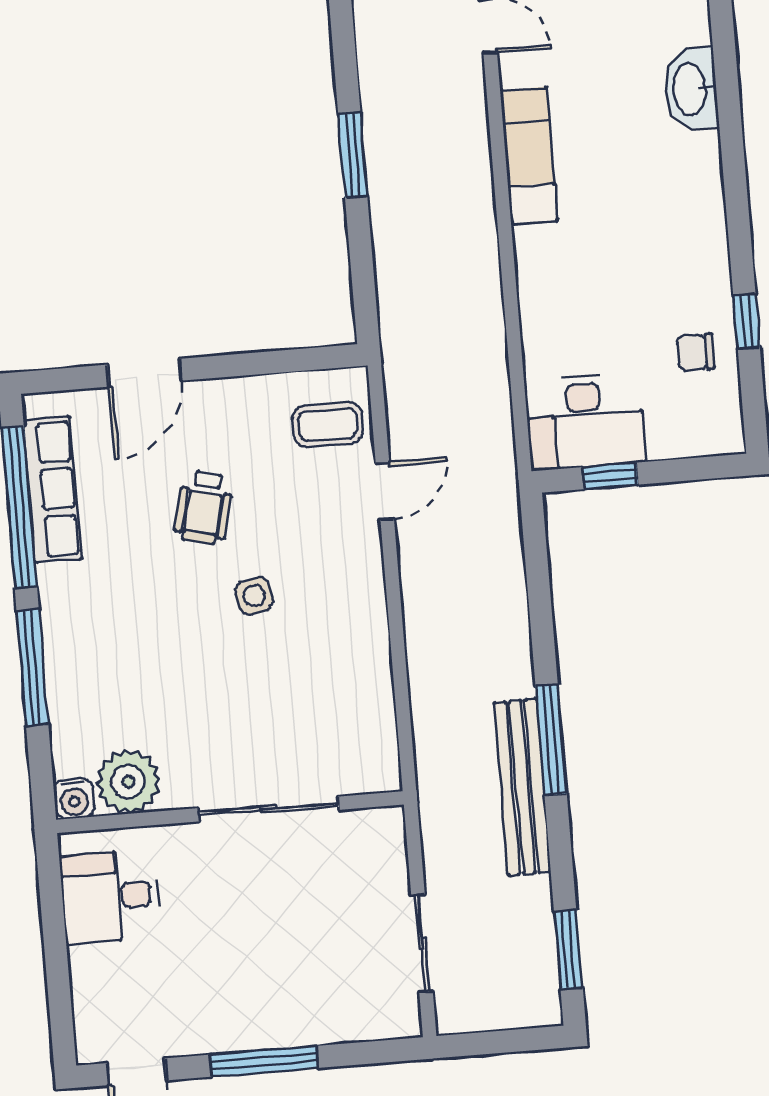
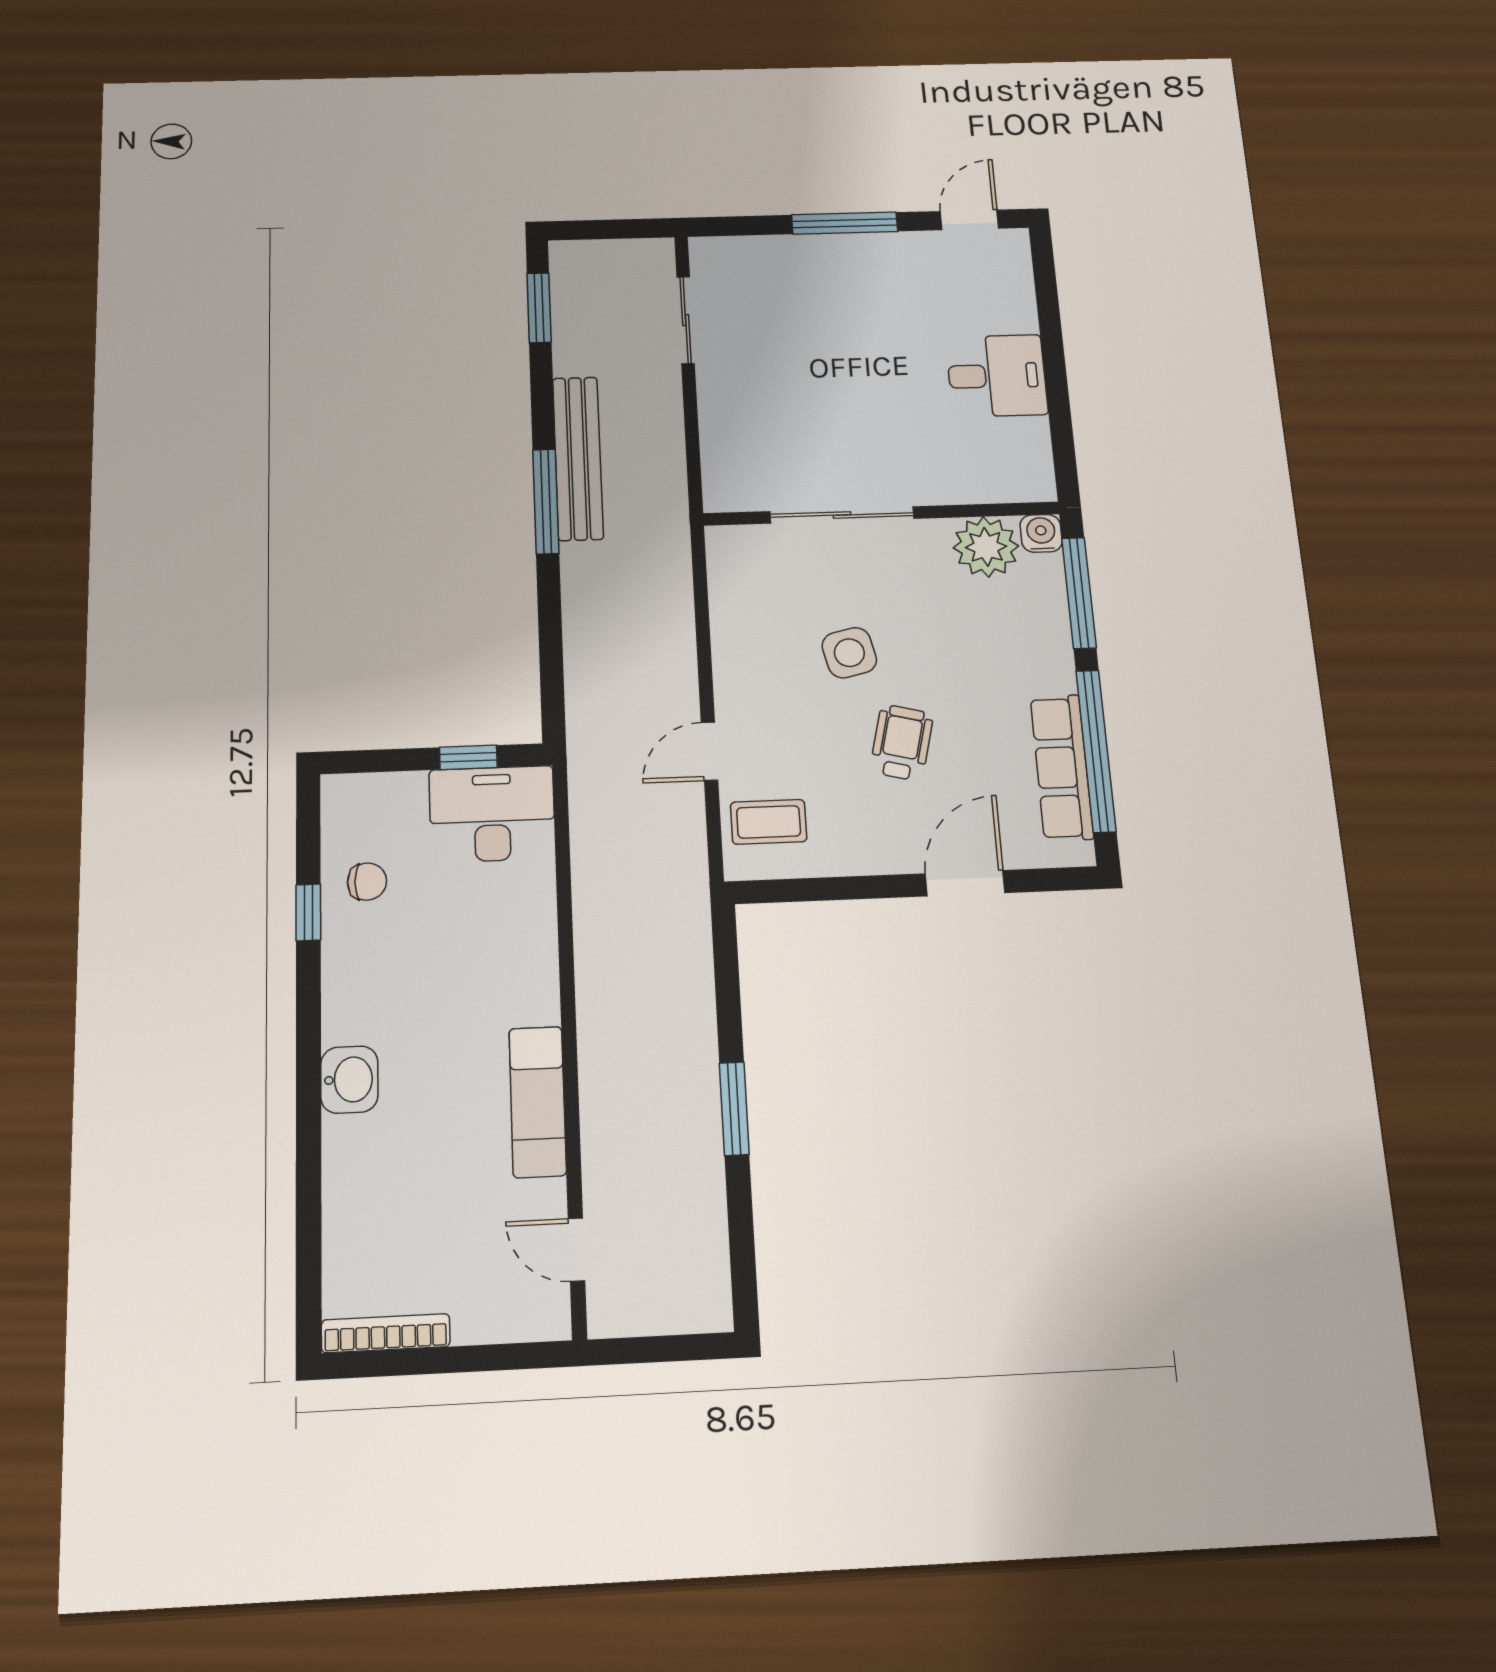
washbasin: (691, 89) -> (349, 1080), moved, width x0.72
side table: (254, 596) -> (849, 653), width x1.37, depth x1.37
plant: (128, 782) -> (986, 547), moved
water cooler: (74, 799) -> (1041, 533), moved
sliding door: (269, 809) -> (842, 515), moved
wall: (230, 812) -> (882, 514), moved

